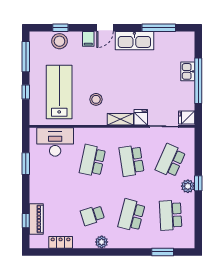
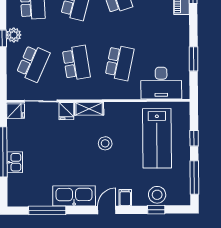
stool: (96, 99) -> (105, 143), moved

